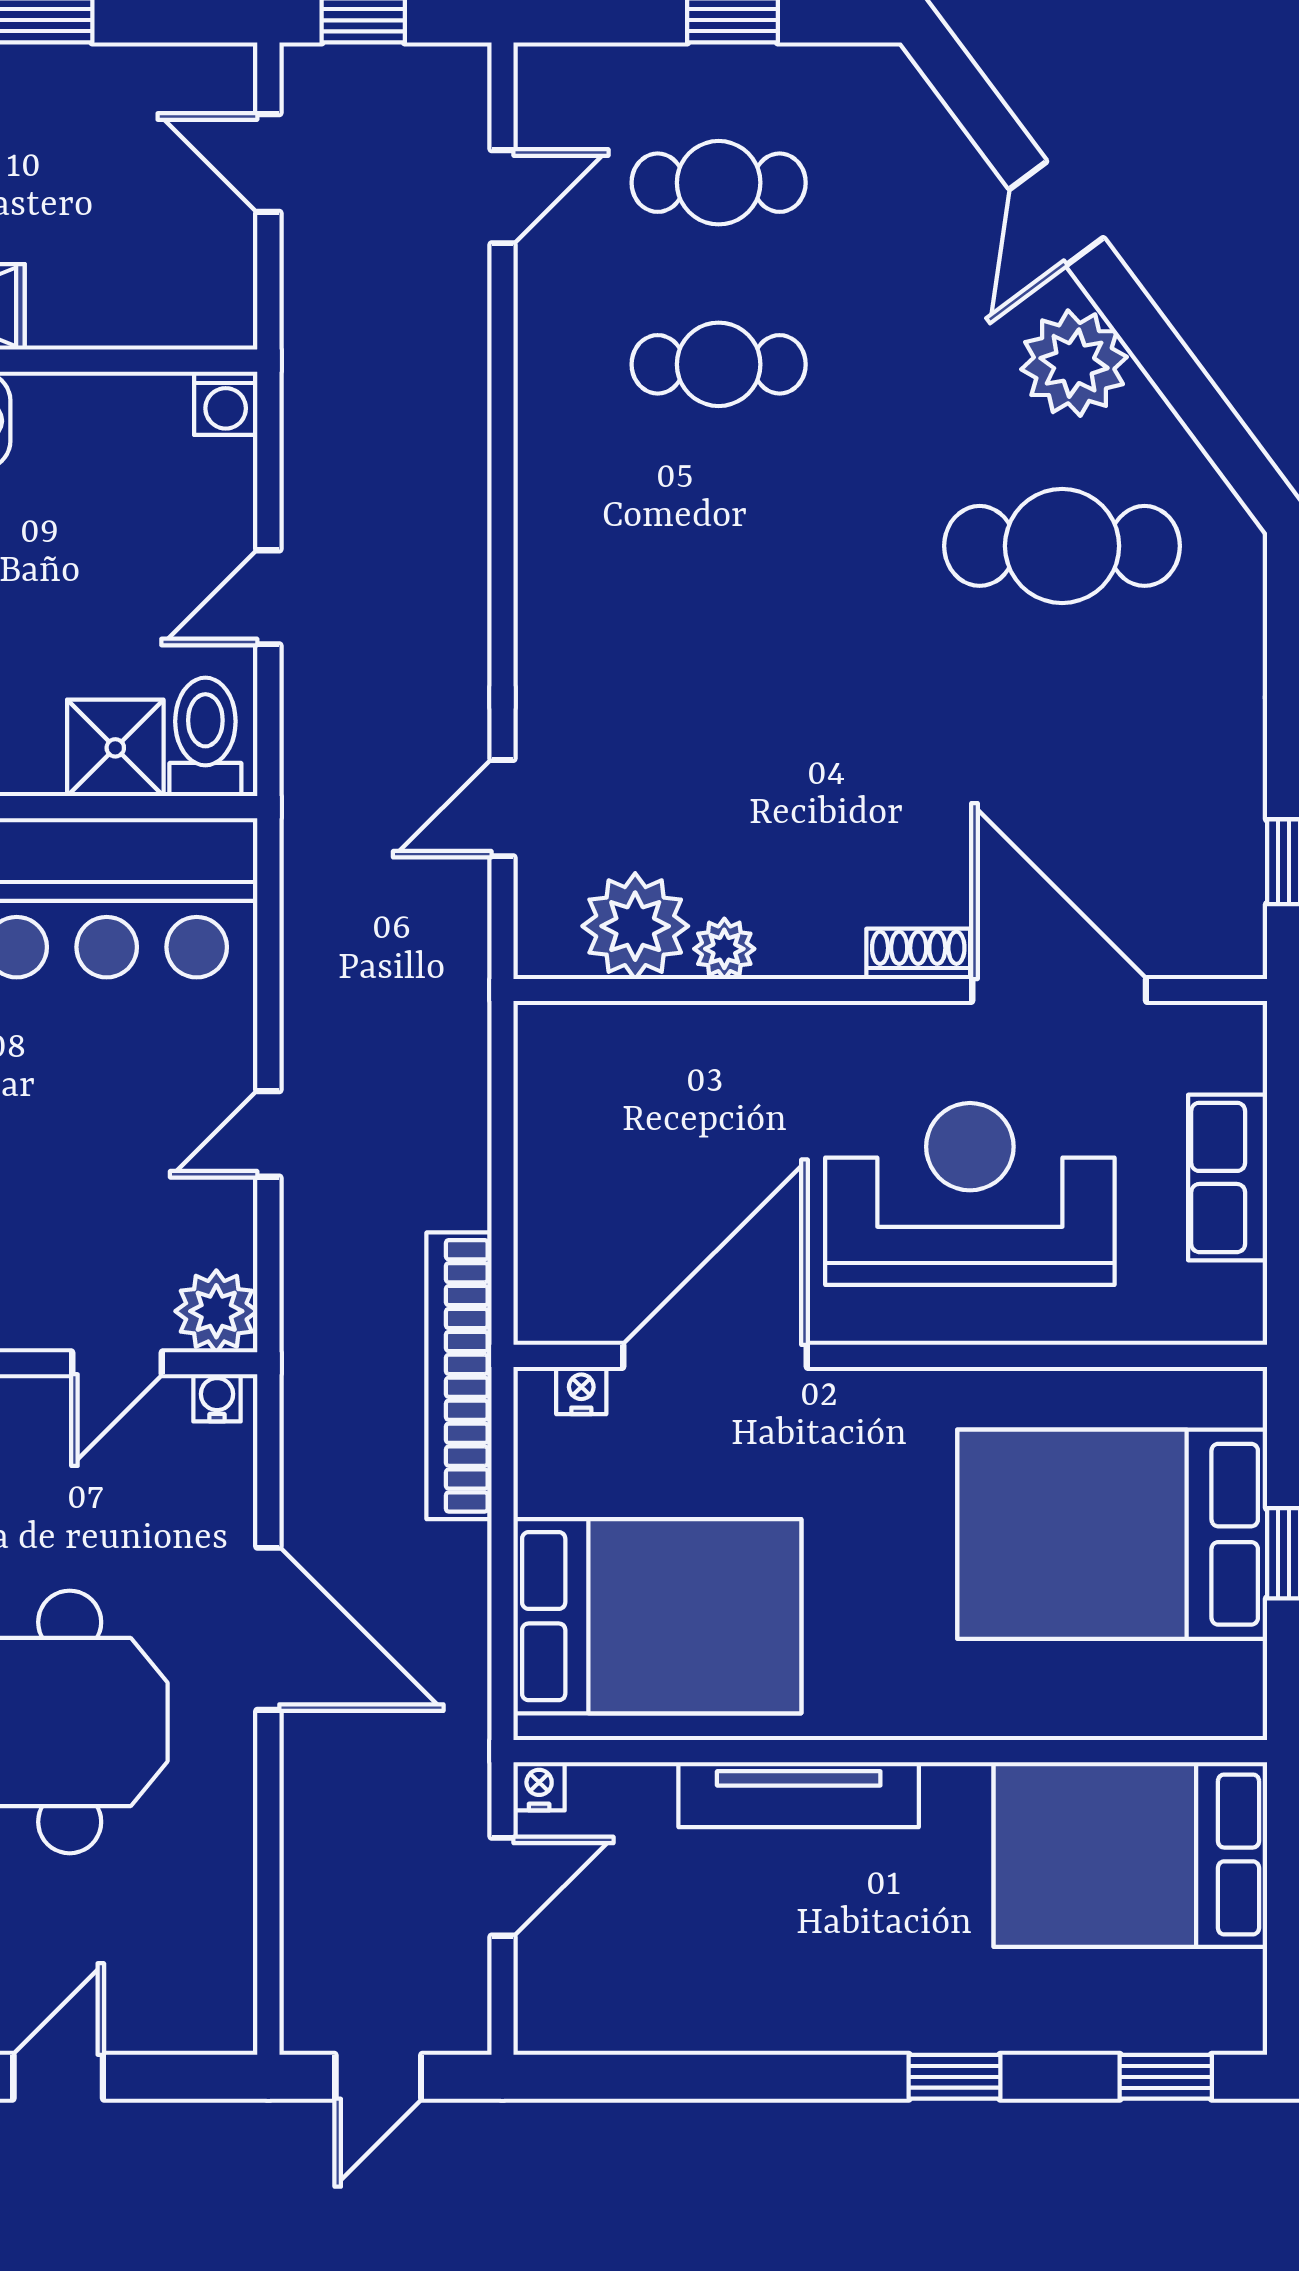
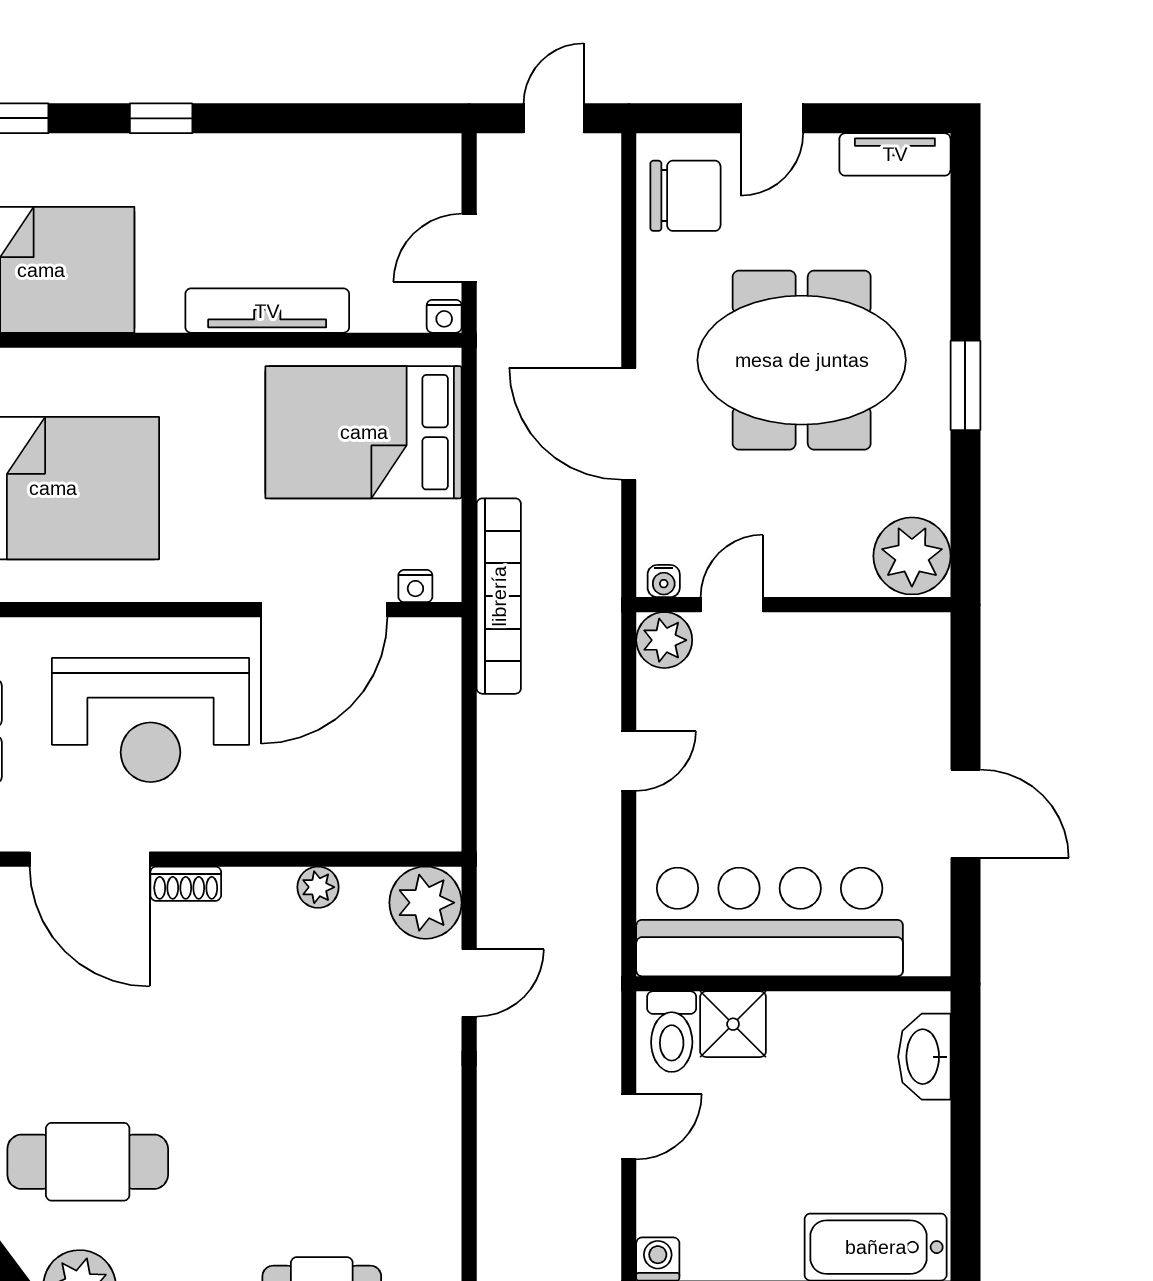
plant: (635, 926) -> (426, 903), moved
chair: (185, 1963) -> (685, 196), added

